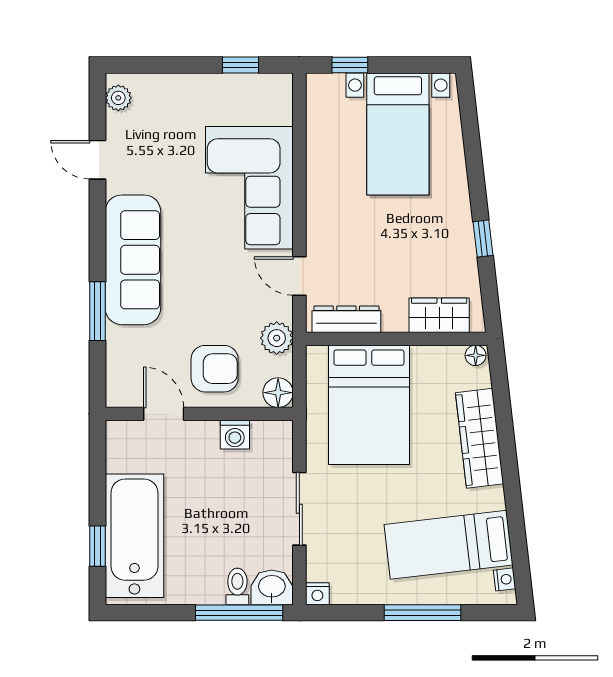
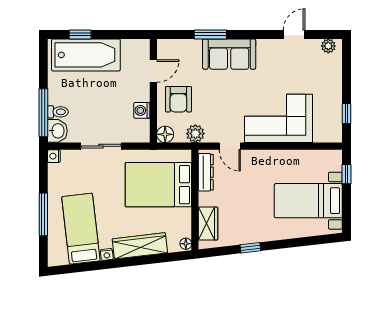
sofa: (133, 260) -> (229, 54), width x0.73
door: (299, 276) -> (230, 146), swing flipped
nightstand: (505, 579) -> (107, 254), moved

